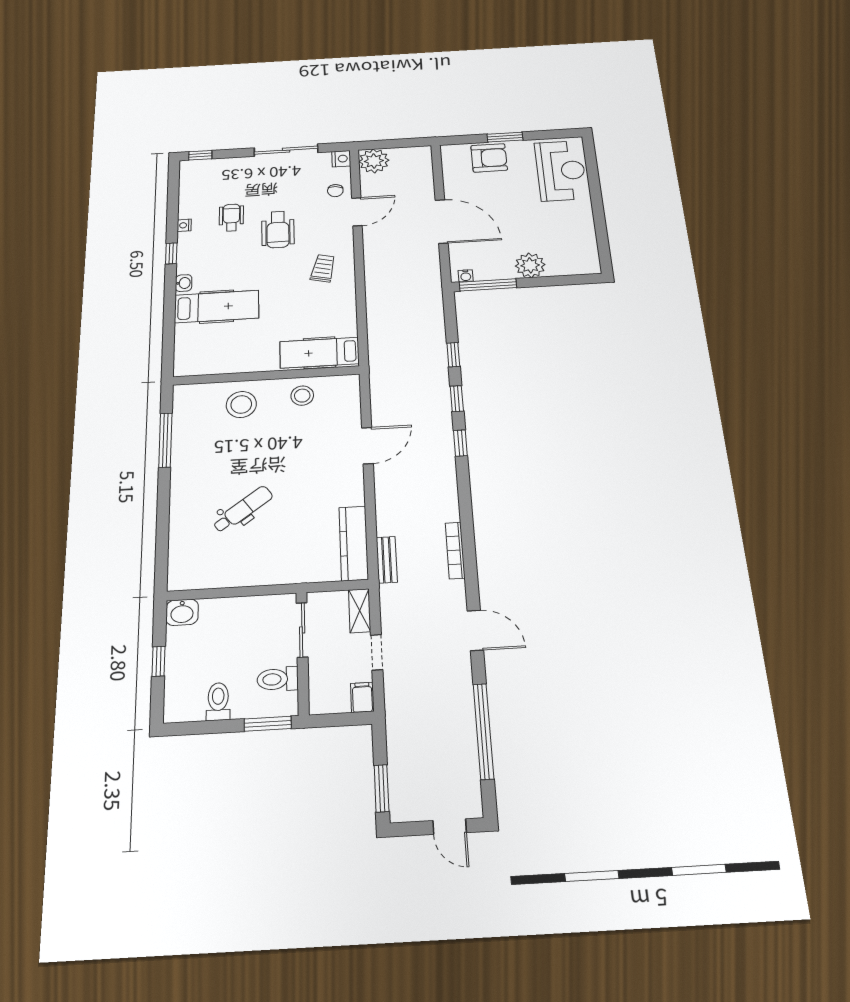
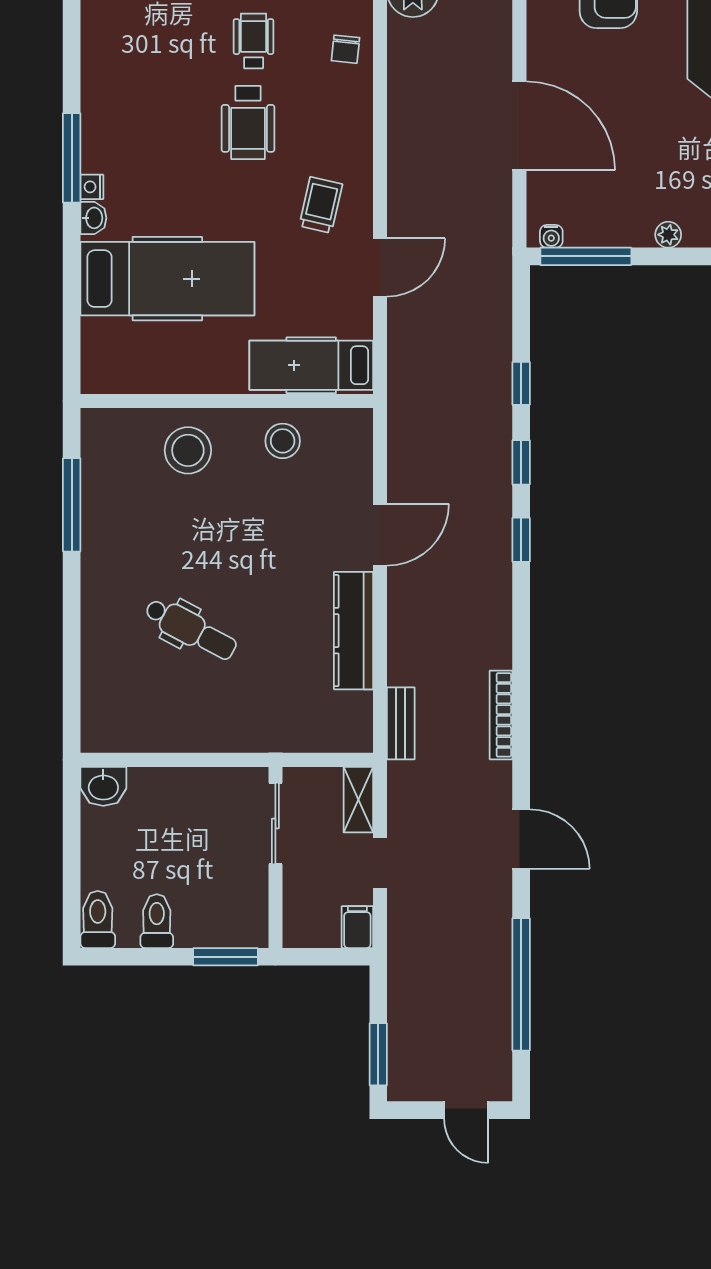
door: (357, 212) -> (380, 268), moved
wheelchair: (231, 218) -> (254, 41), moved
nightstand: (184, 225) -> (92, 187), moved
window: (171, 253) -> (72, 158), width x2.17
plant: (530, 265) -> (668, 235), width x0.53, depth x0.53
hospital bed: (217, 307) -> (167, 279), width x1.37, depth x1.29
dental chair: (243, 509) -> (191, 629), turned 64
kitchen counter: (354, 543) -> (353, 631), moved
window: (158, 661) -> (72, 858), removed
toilet: (278, 679) -> (98, 919), moved, turned 90

